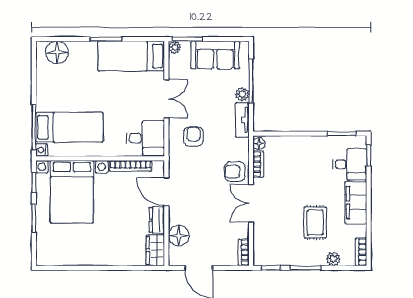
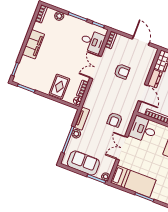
desk: (350, 164) -> (92, 42), moved, turned 180
armchair: (235, 172) -> (122, 71), moved
double door: (251, 203) -> (96, 67), swing flipped
rug: (315, 222) -> (59, 87), moved
floor lamp: (179, 235) -> (145, 64), removed

